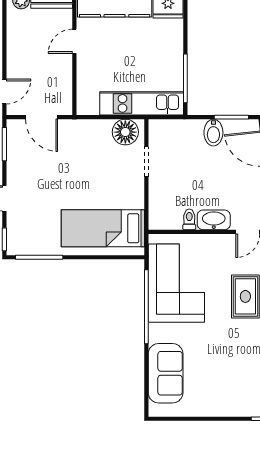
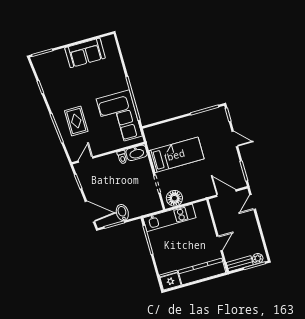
washbasin: (214, 220) -> (137, 153), moved
bed: (103, 228) -> (176, 155), moved
sofa: (166, 373) -> (85, 53), moved, turned -90

